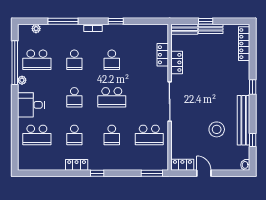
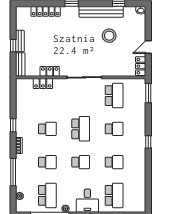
locker: (244, 44) -> (46, 11), moved
locker: (77, 165) -> (141, 160), removed

